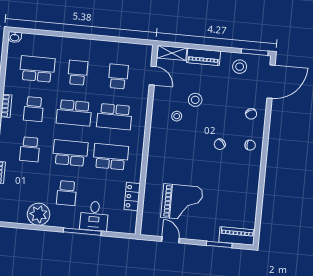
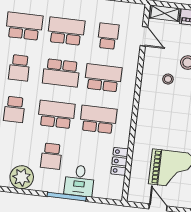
school desk: (78, 73) -> (66, 31), width x1.85
school desk: (114, 117) -> (103, 78), turned 180

